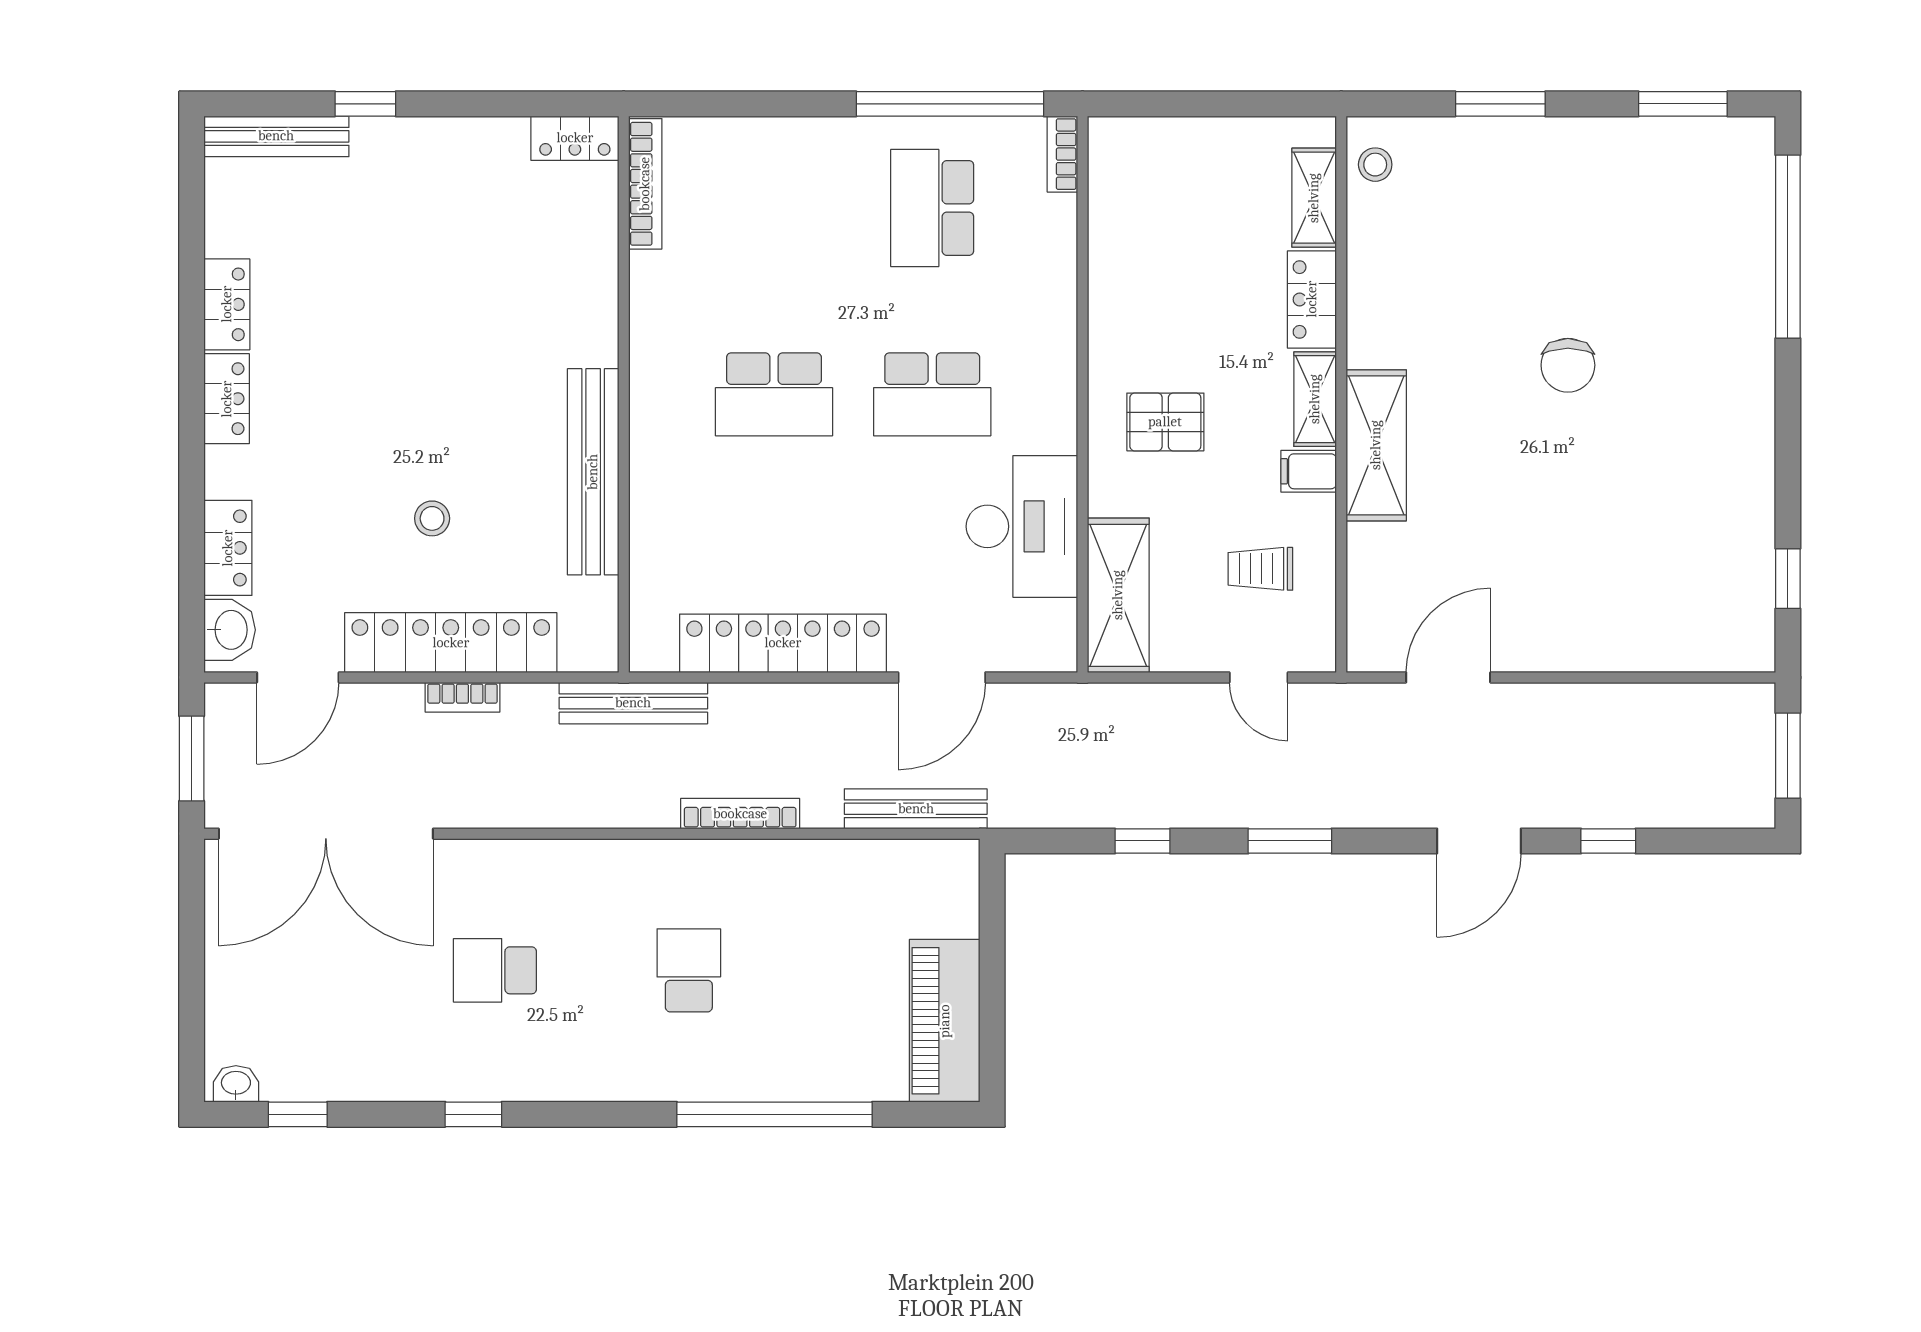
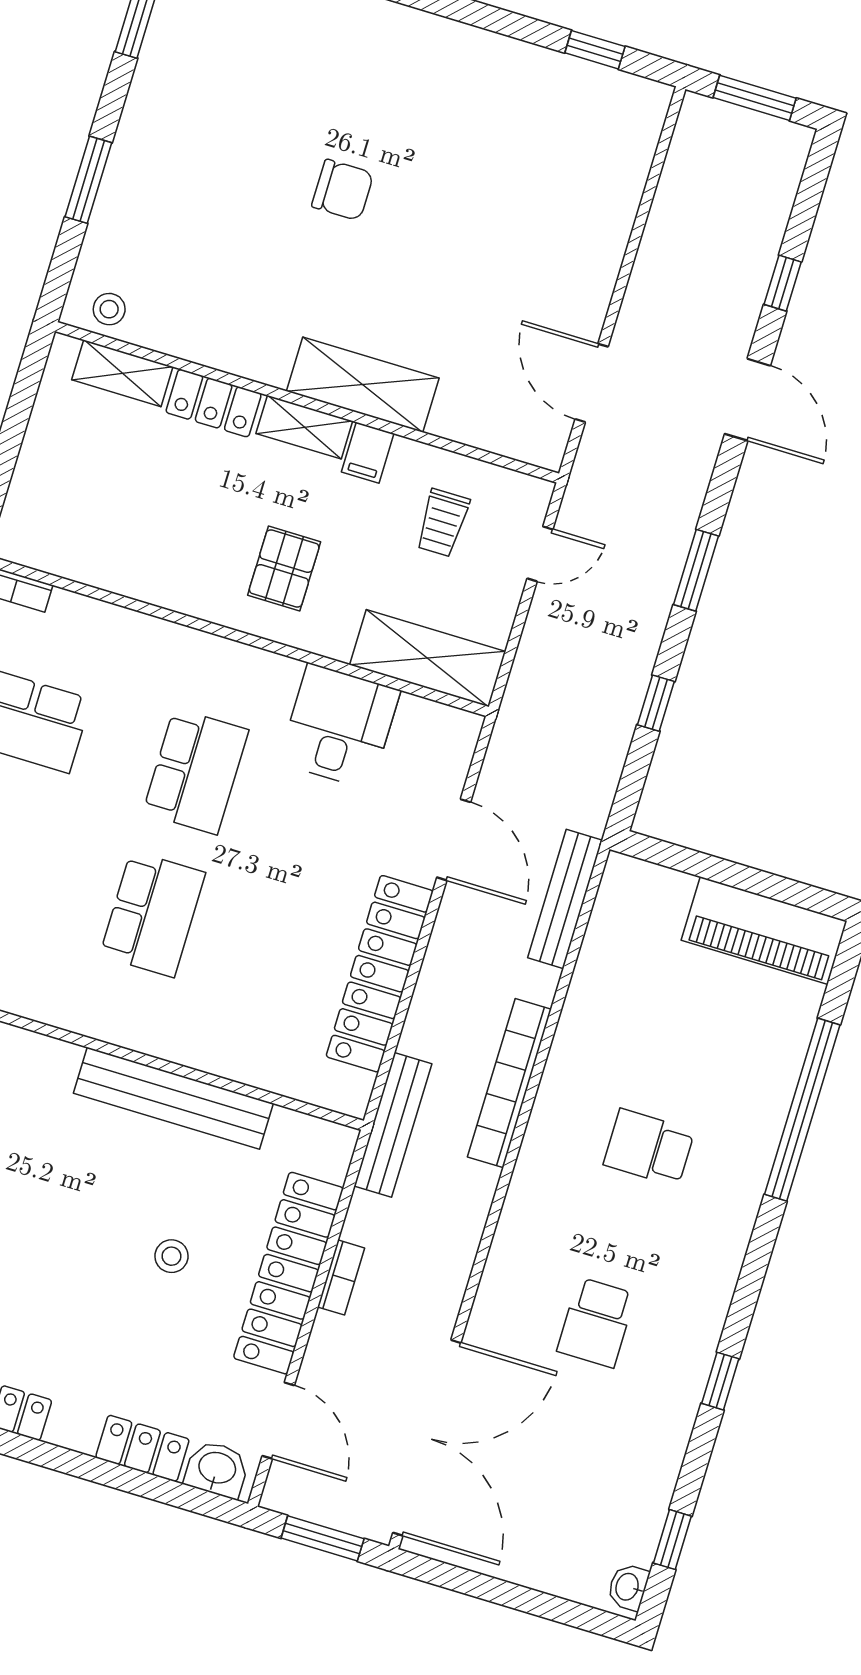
desk: (1022, 526) -> (339, 726), width x0.73
bookcase: (740, 814) -> (509, 1083), width x1.48, depth x1.31

